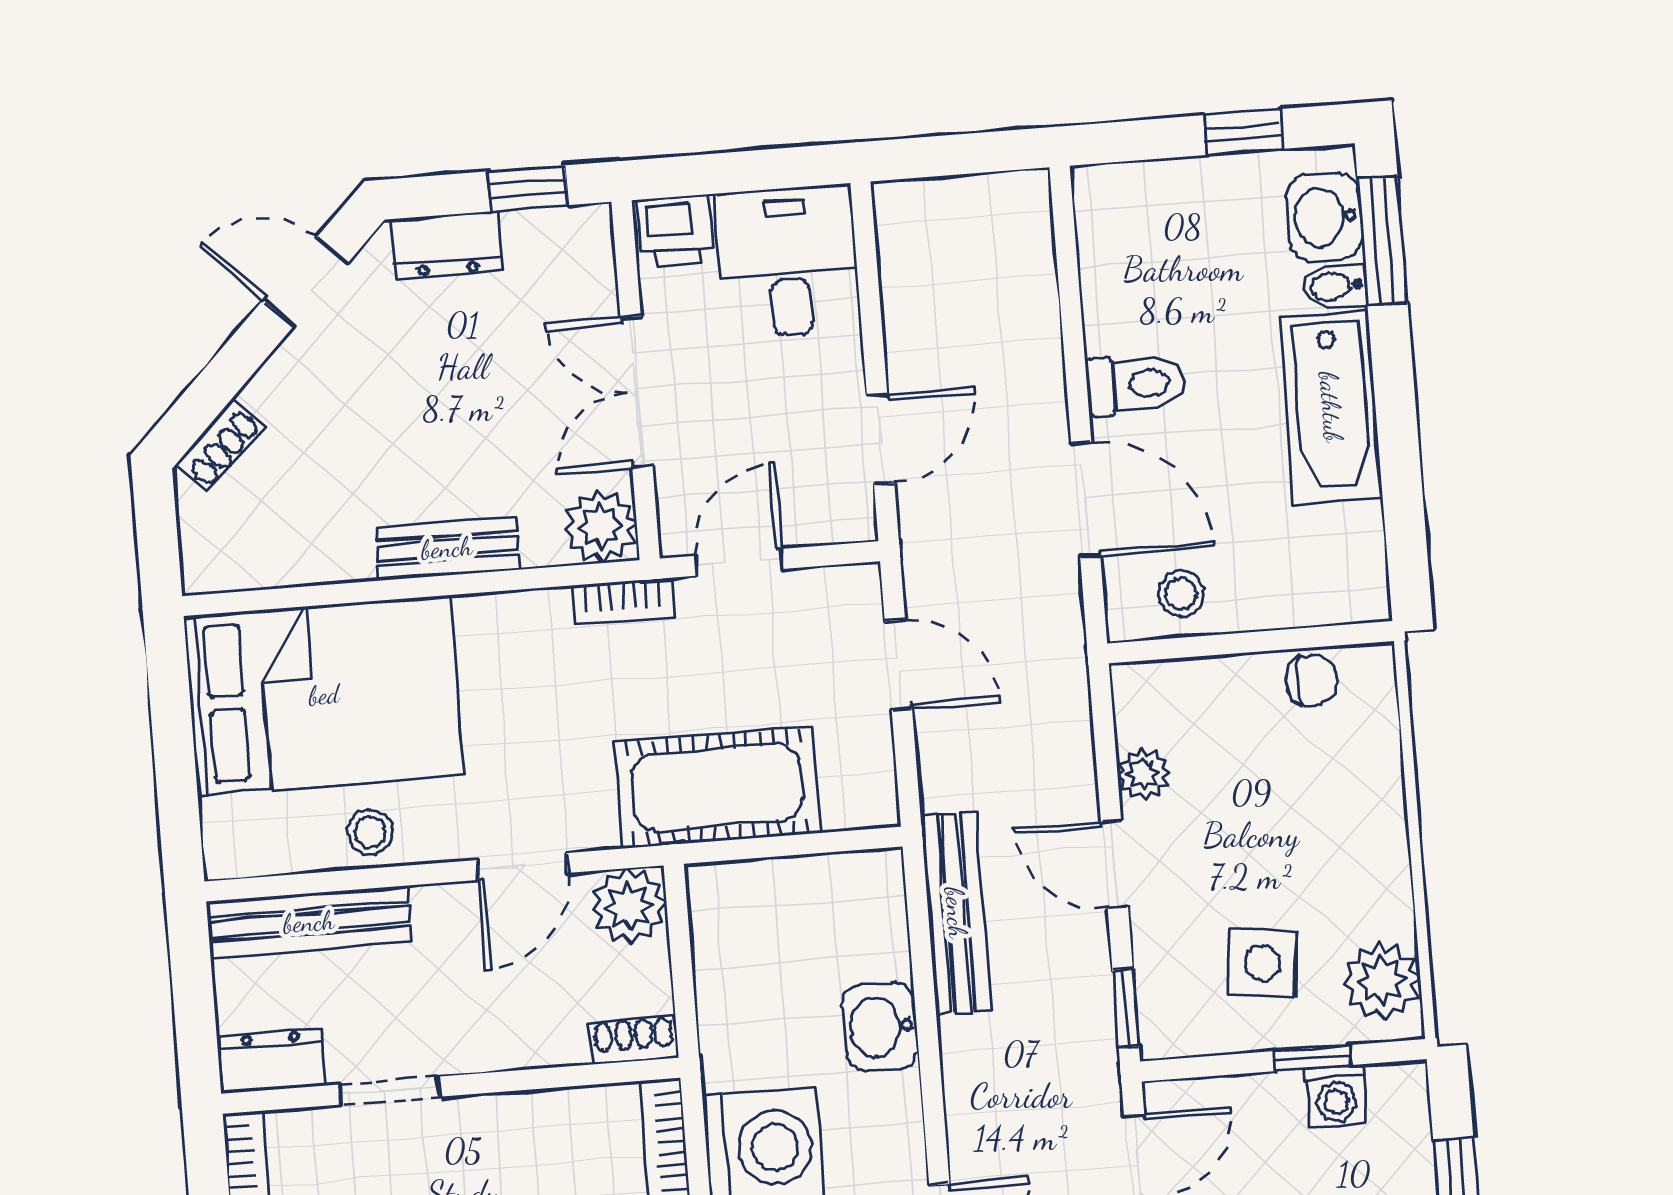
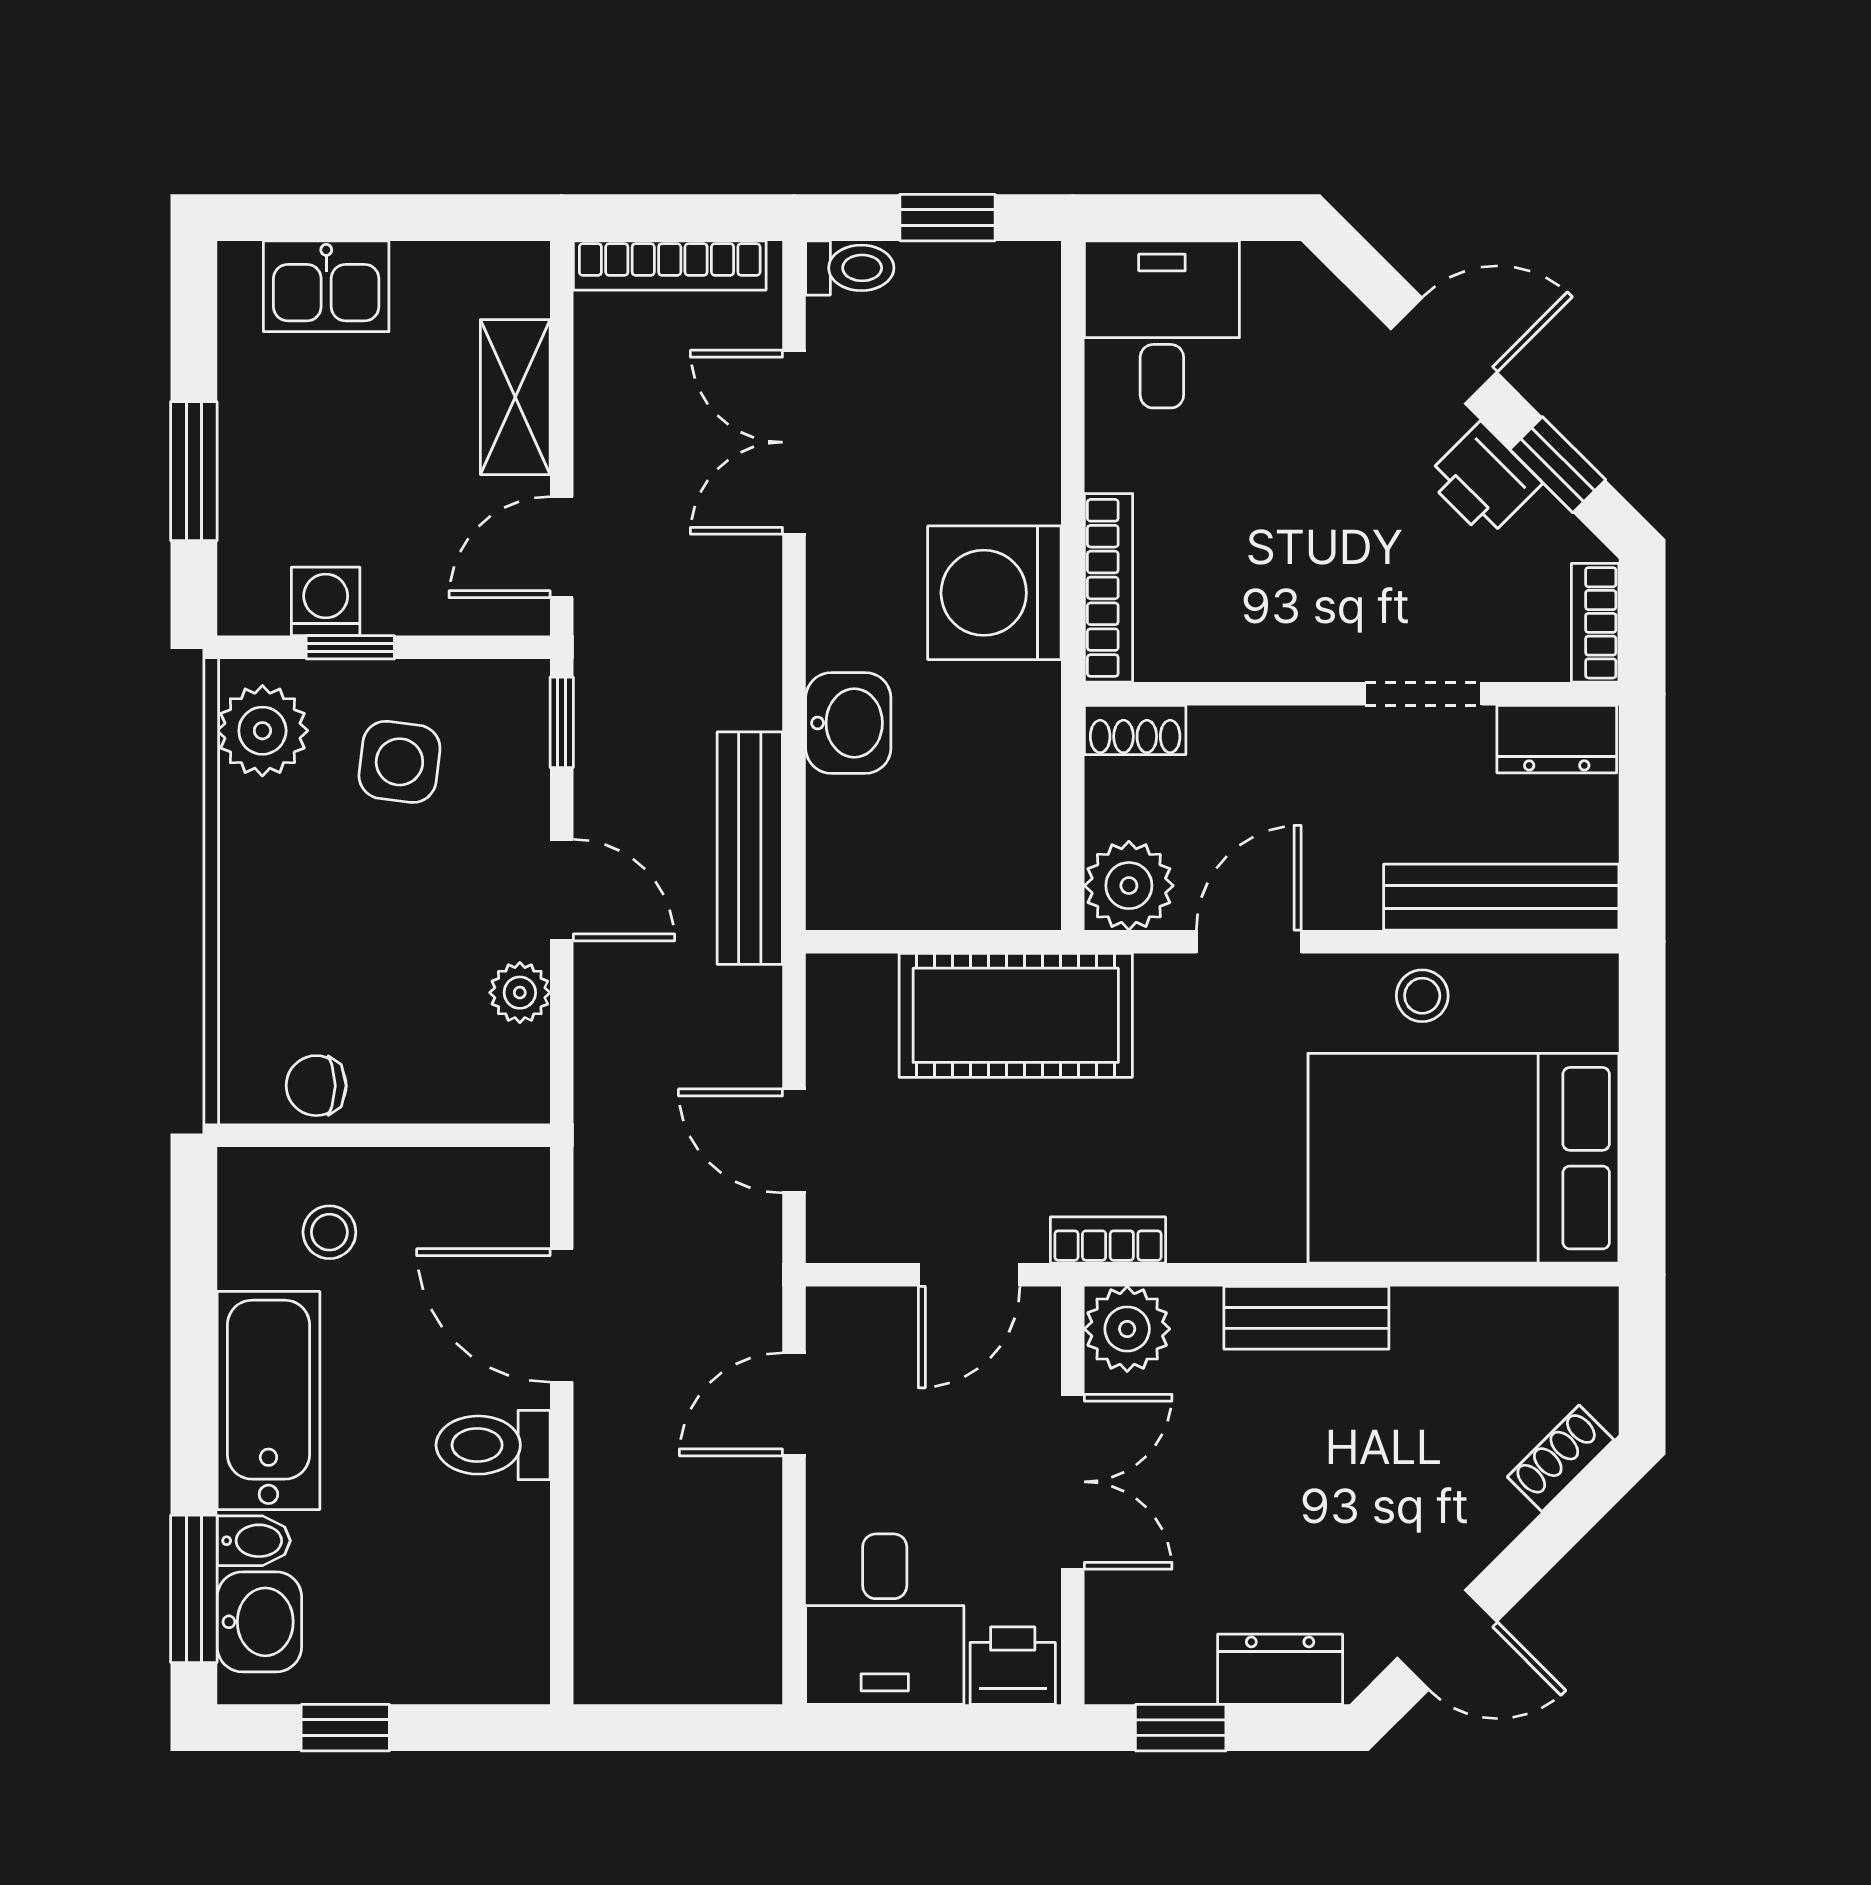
stool: (1181, 594) -> (329, 1232), moved

